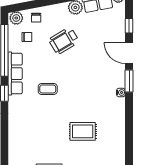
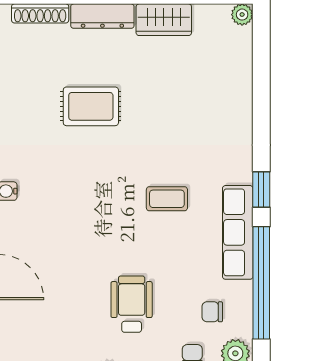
wheelchair: (64, 41) -> (132, 304), turned -59

